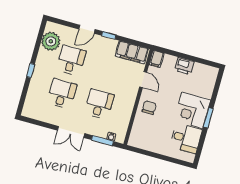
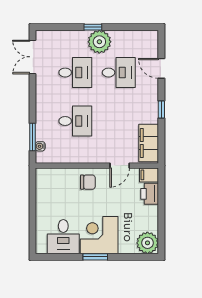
door: (87, 29) -> (161, 68), moved
plant: (51, 41) -> (99, 42), moved
printer: (184, 66) -> (150, 194), moved
plant: (209, 75) -> (147, 243), added
double door: (71, 132) -> (33, 57), moved

